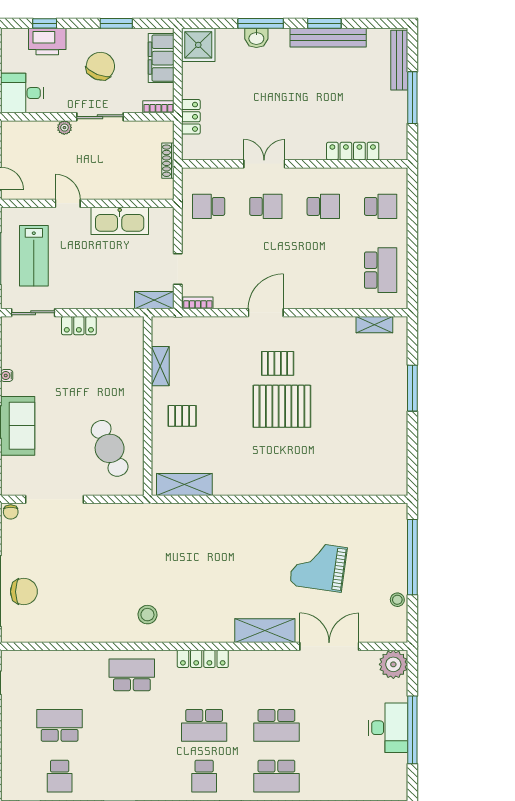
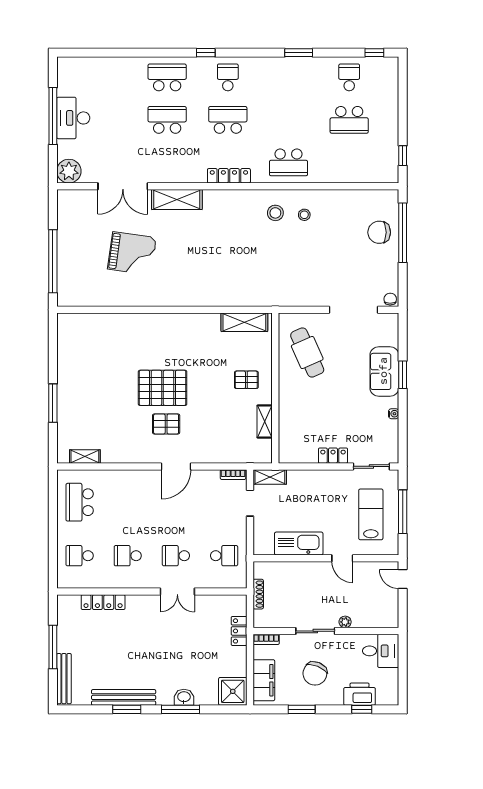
stool: (397, 600) -> (304, 215), moved

